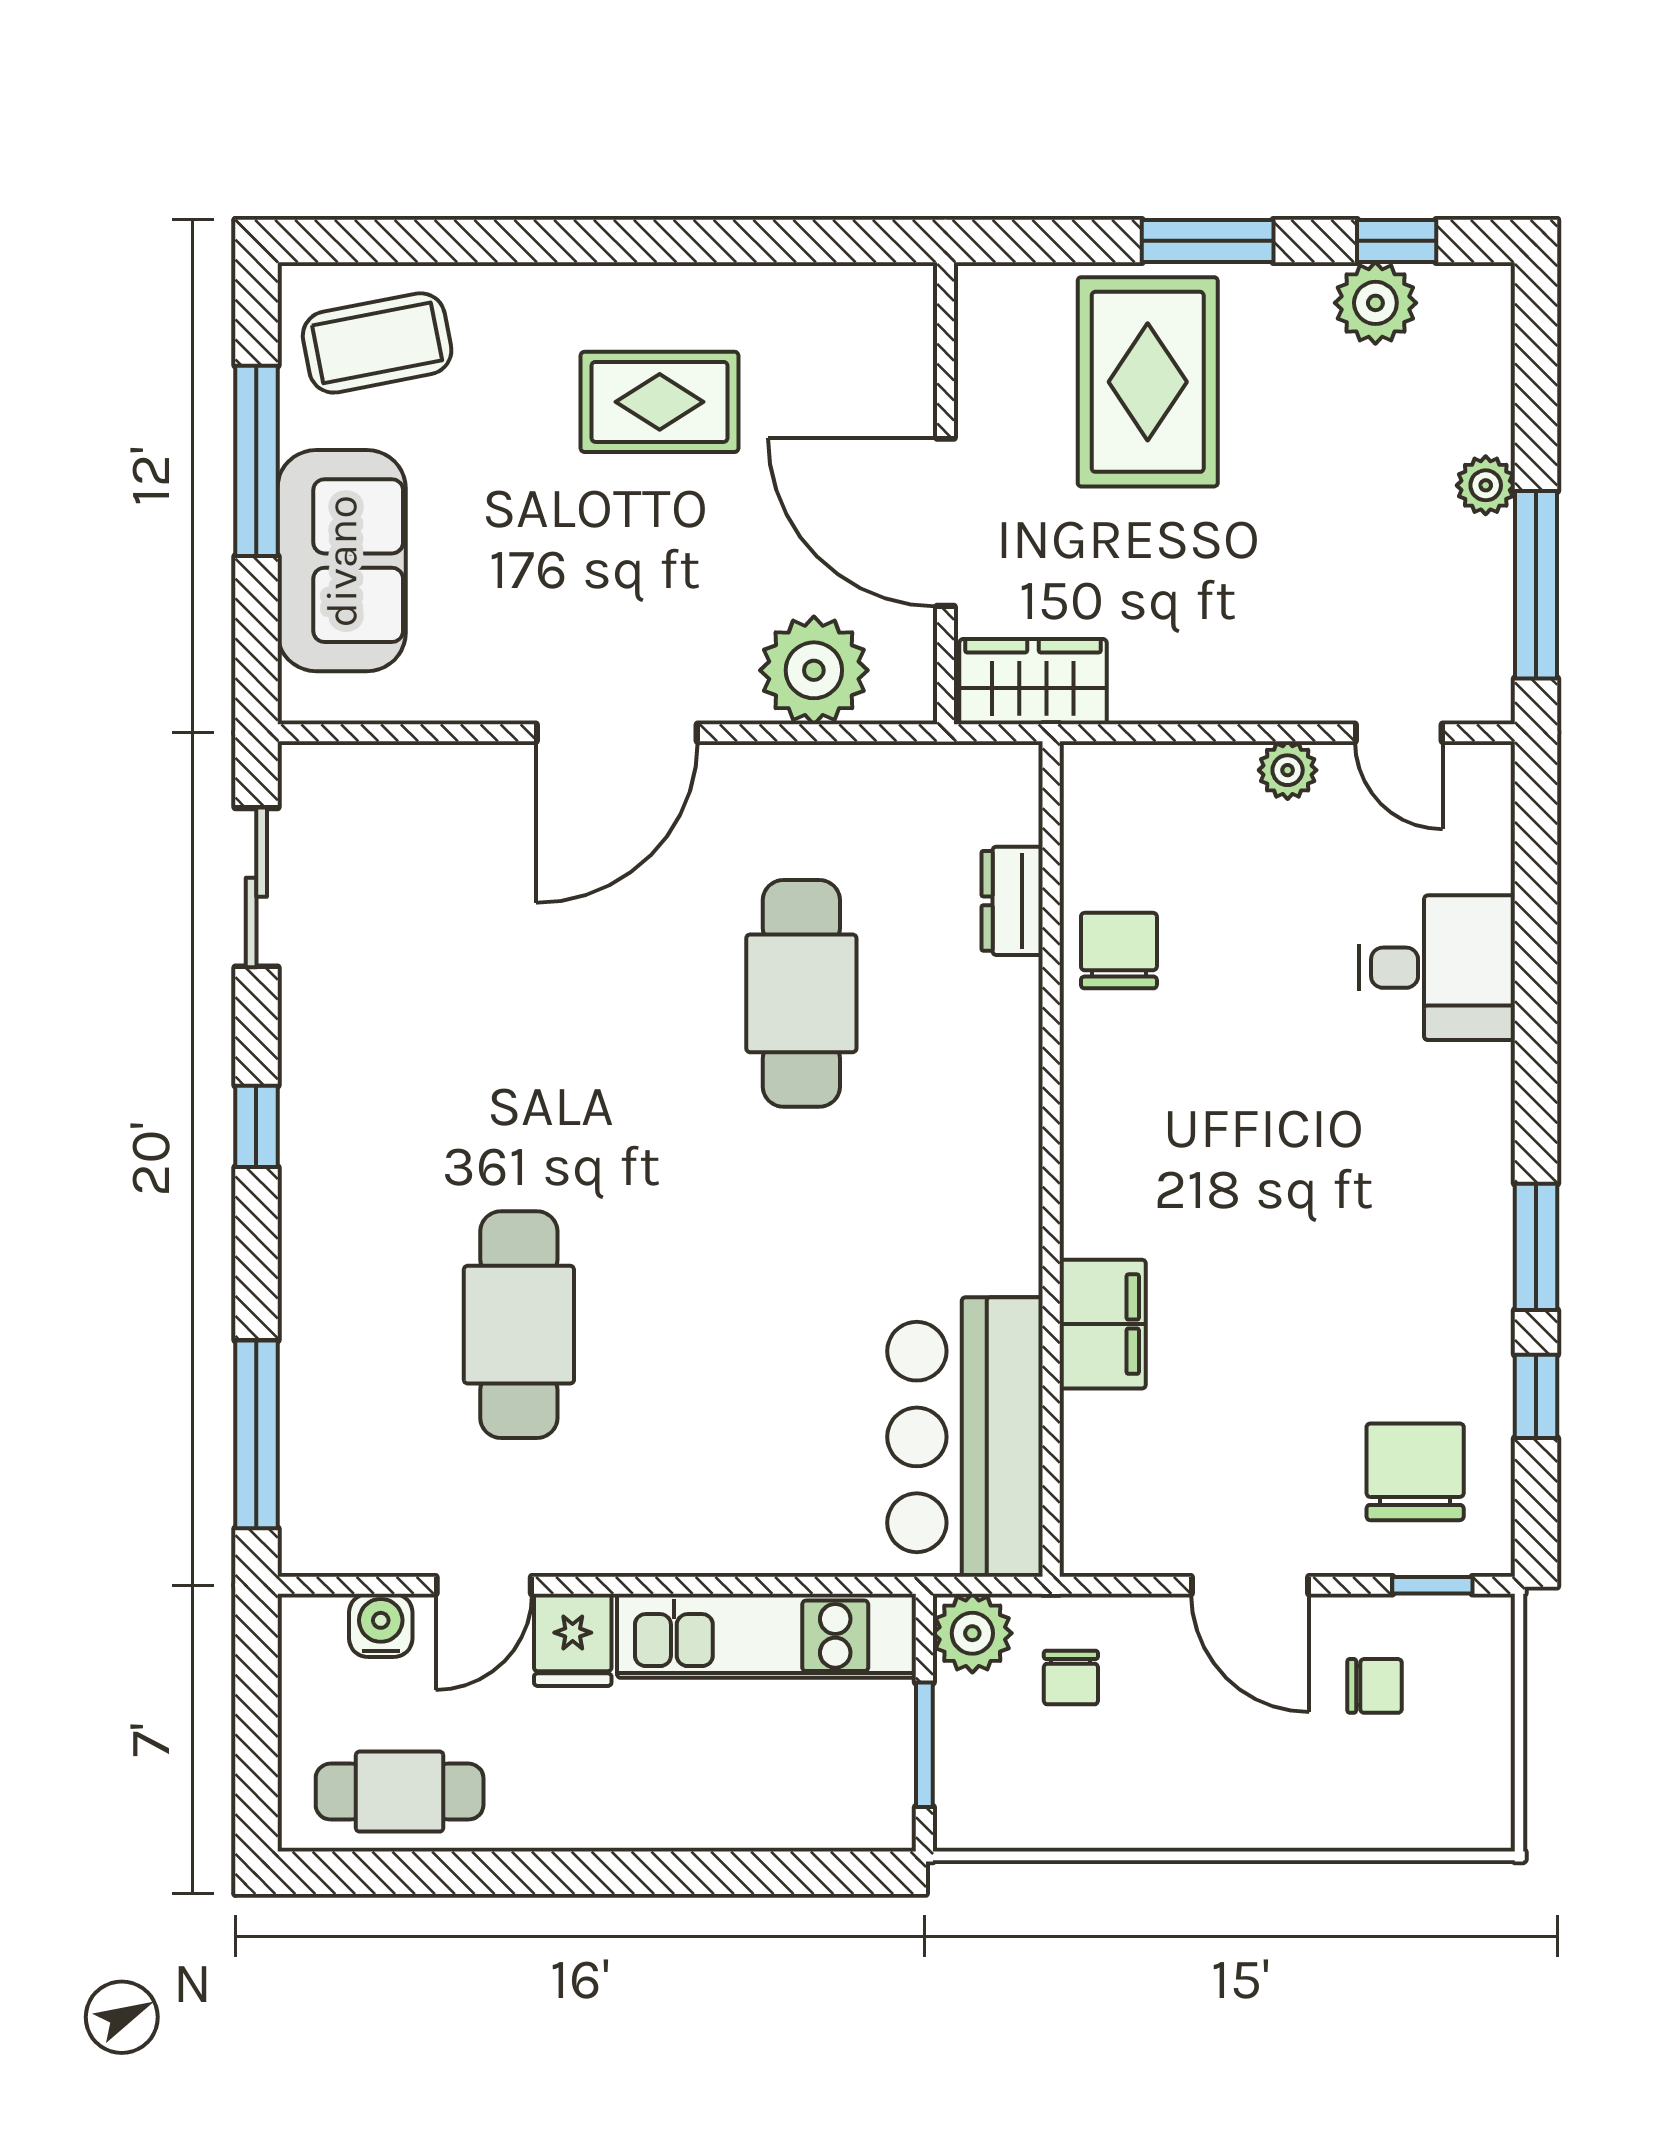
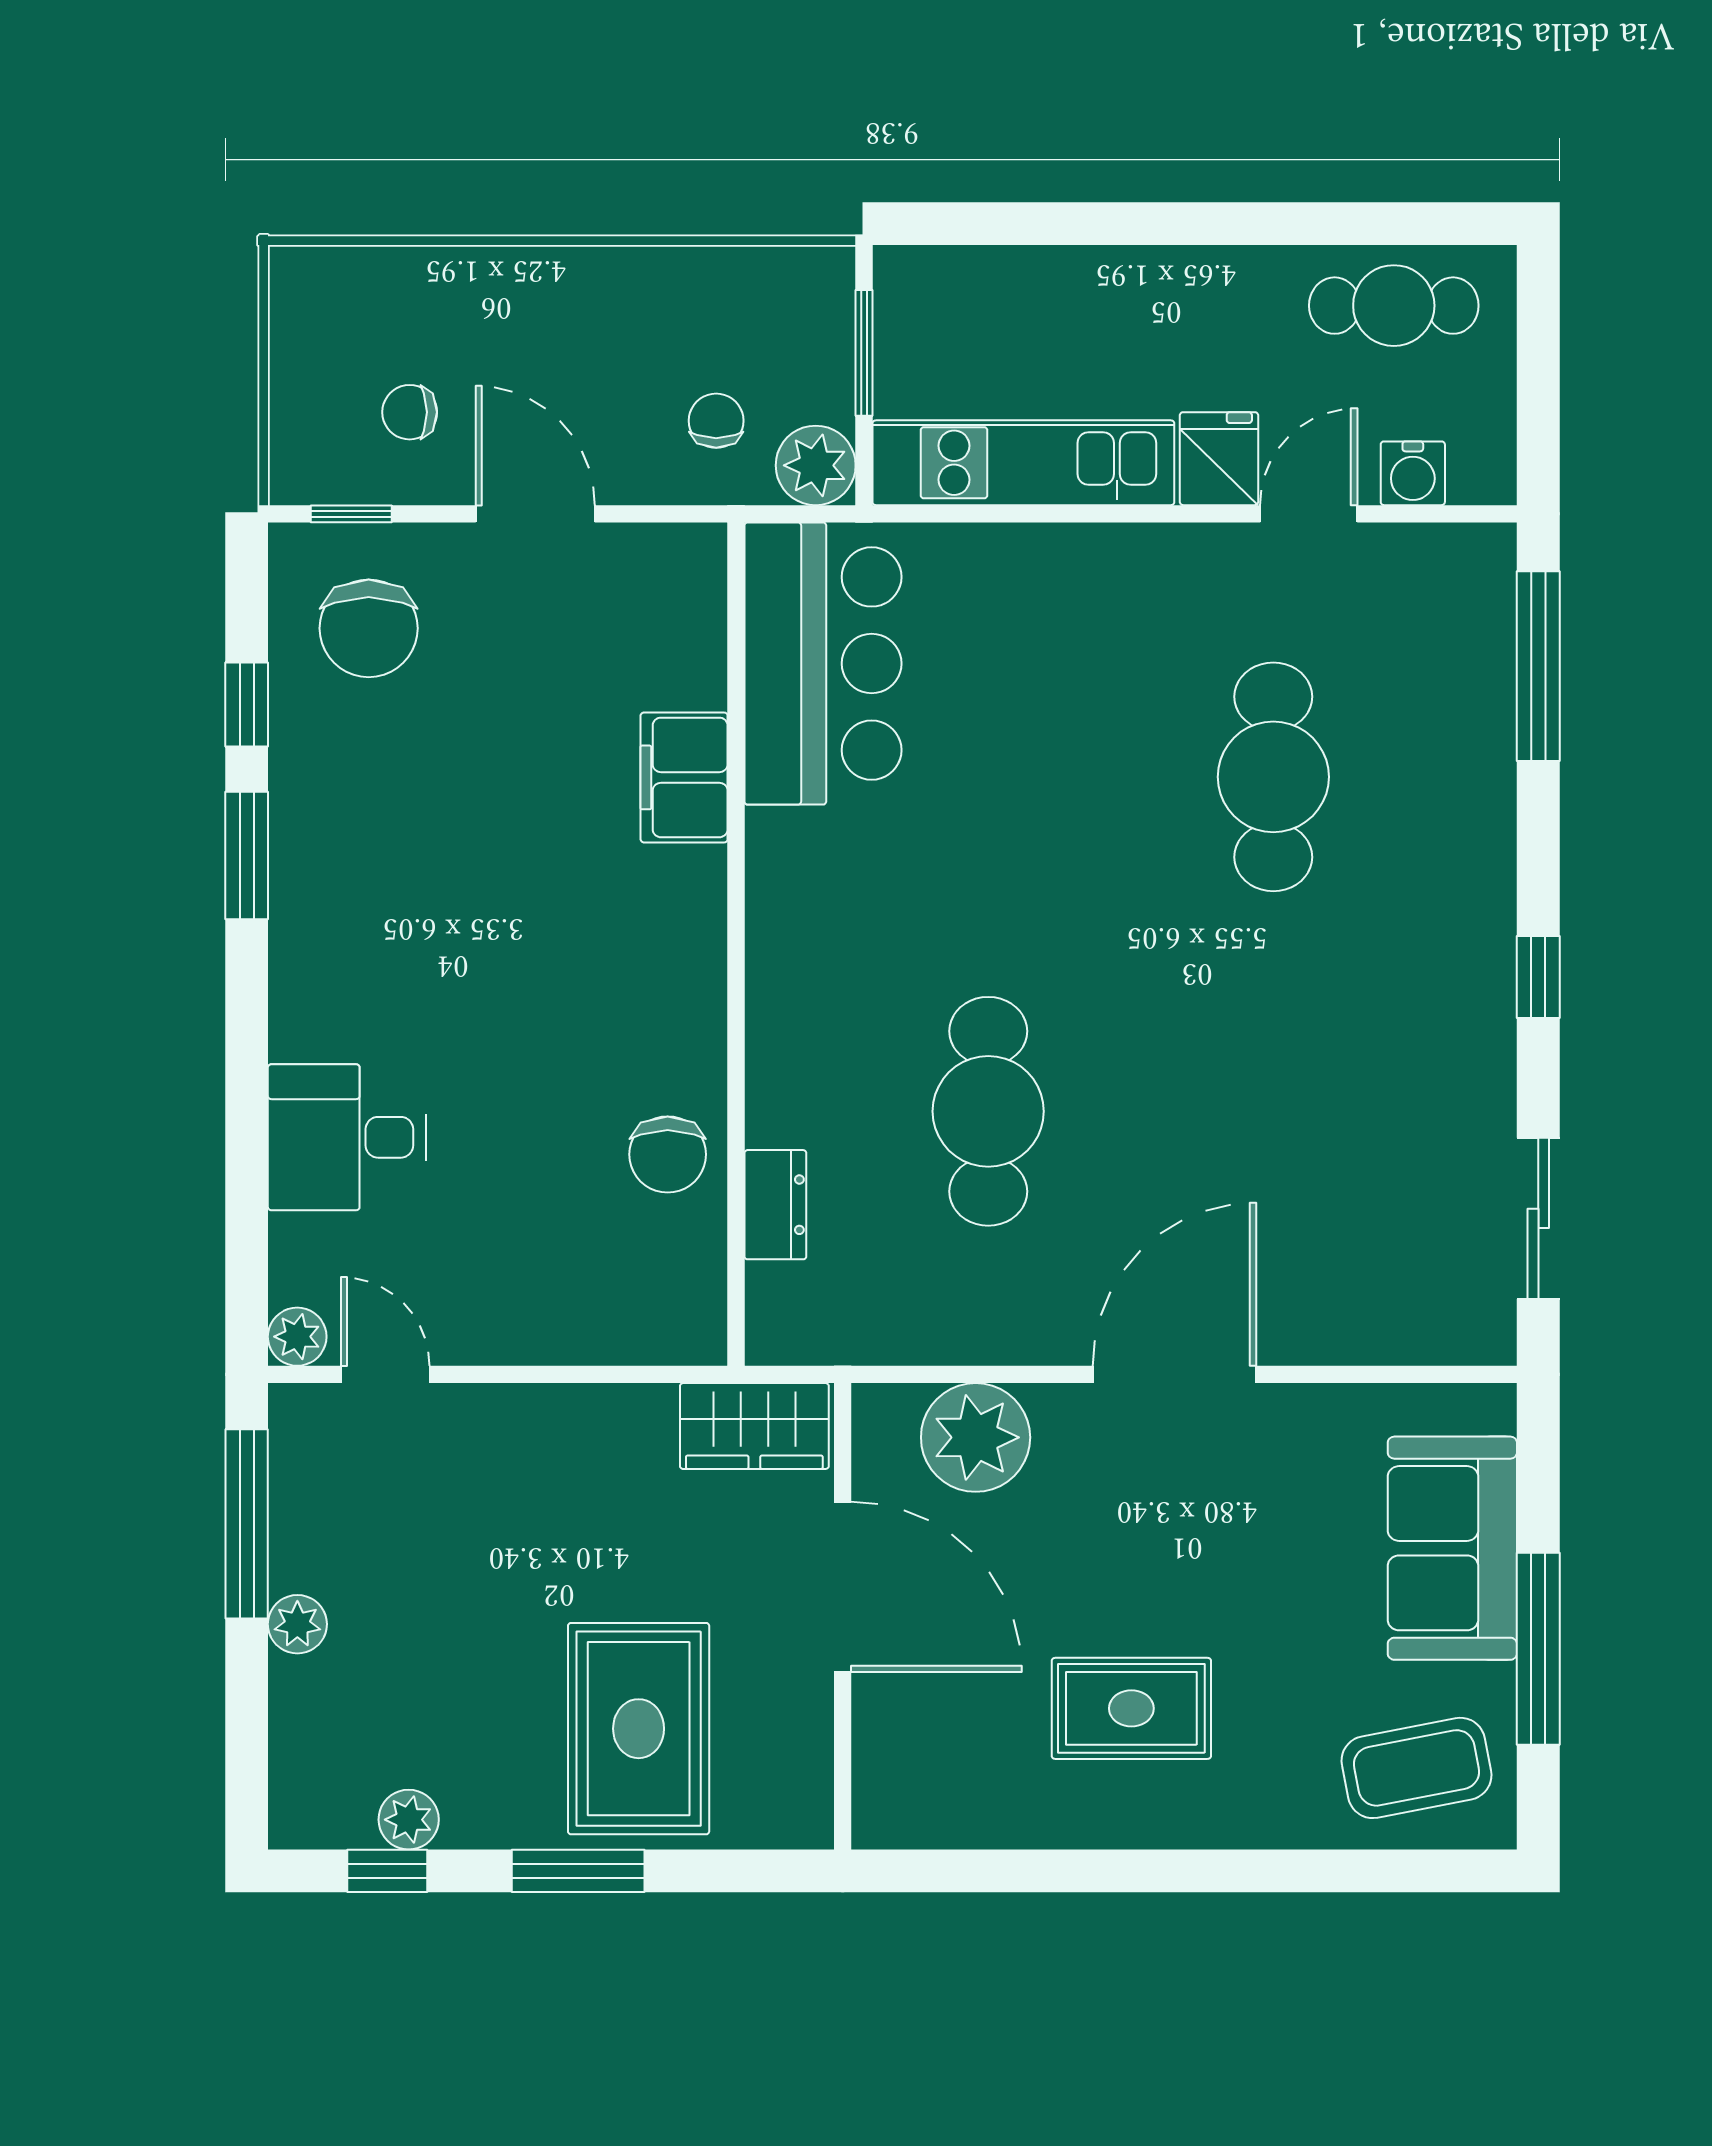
plant: (1375, 303) -> (409, 1820), width x0.73, depth x0.73
plant: (1288, 770) -> (297, 1337), moved

